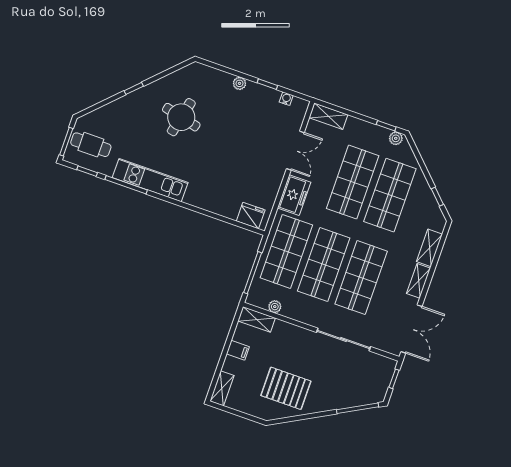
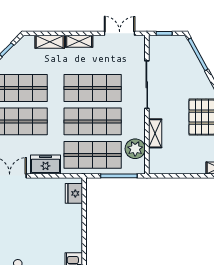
plant: (275, 307) -> (135, 149), width x1.87, depth x1.87
shelving: (257, 319) -> (155, 133), moved
double door: (411, 329) -> (120, 33), width x0.73
filing cabinet: (238, 350) -> (185, 166), removed

